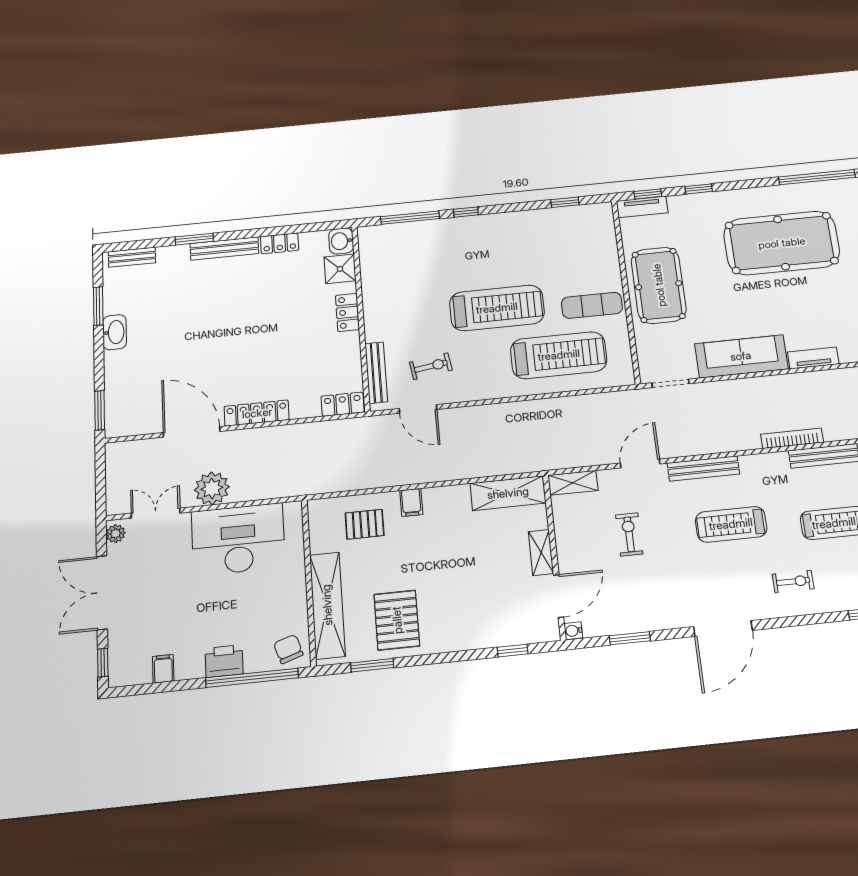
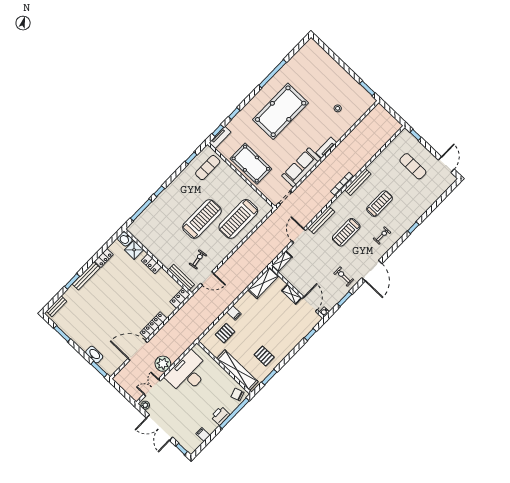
exercise mat: (592, 305) -> (208, 168), moved
washbasin: (115, 332) -> (94, 355), moved
treadmill: (559, 355) -> (238, 219), turned 180
exercise bike: (629, 534) -> (344, 276), moved
pallet: (397, 620) -> (264, 356), width x0.67, depth x0.71

